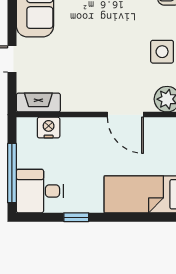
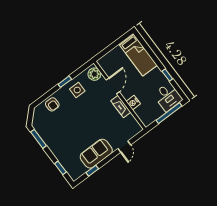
fireplace: (38, 103) -> (121, 107), moved
nightstand: (49, 128) -> (133, 103), moved

